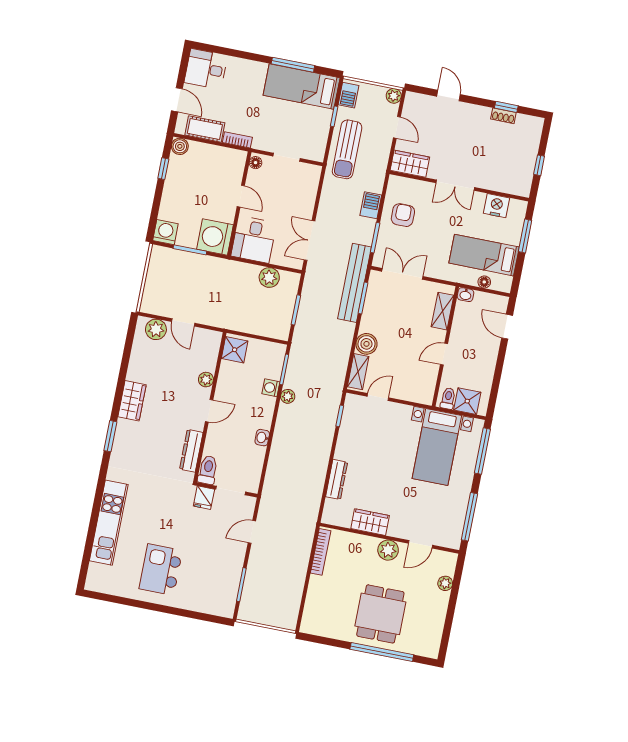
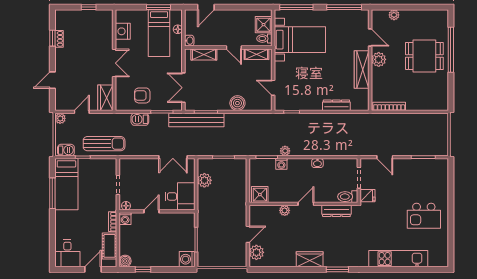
window: (525, 236) -> (159, 7), moved
washing machine: (215, 237) -> (125, 219), moved, width x0.53, depth x0.53
shelving: (358, 372) -> (256, 54), moved
door: (209, 411) -> (306, 204), hinge flipped
wardrobe: (370, 522) -> (362, 70), width x1.50

